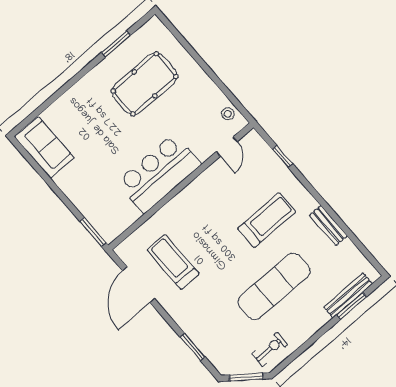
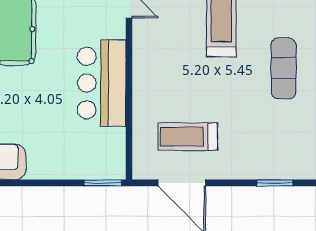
exercise mat: (274, 286) -> (283, 68), width x0.73, depth x0.69

